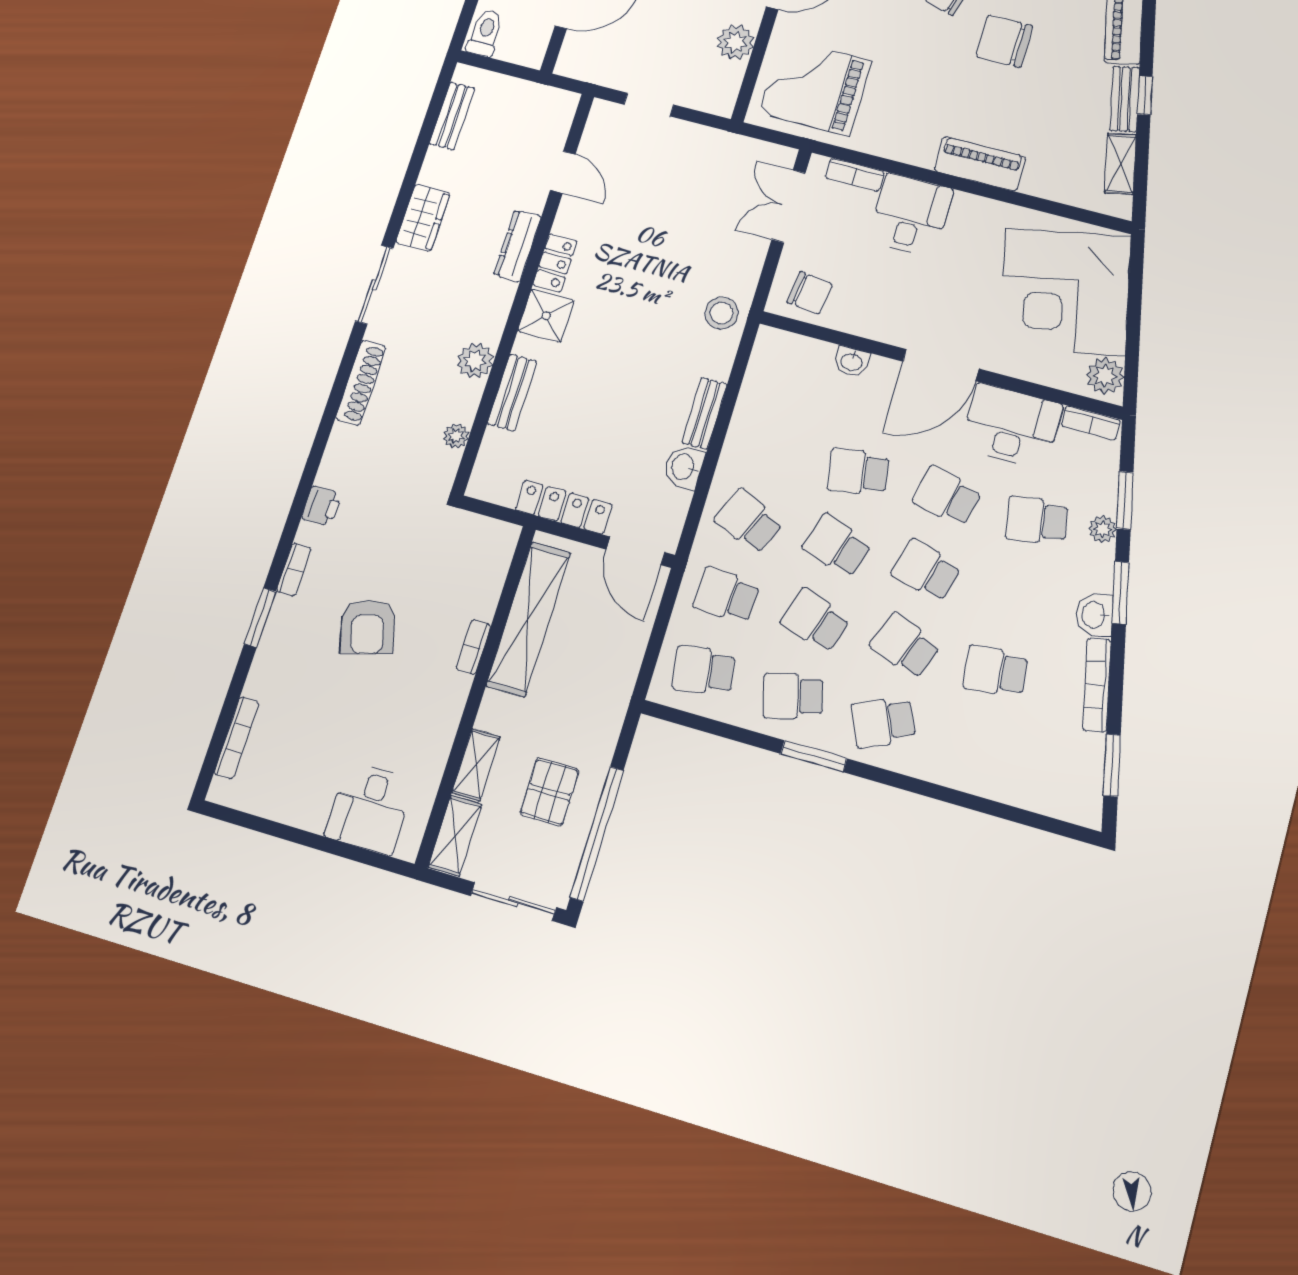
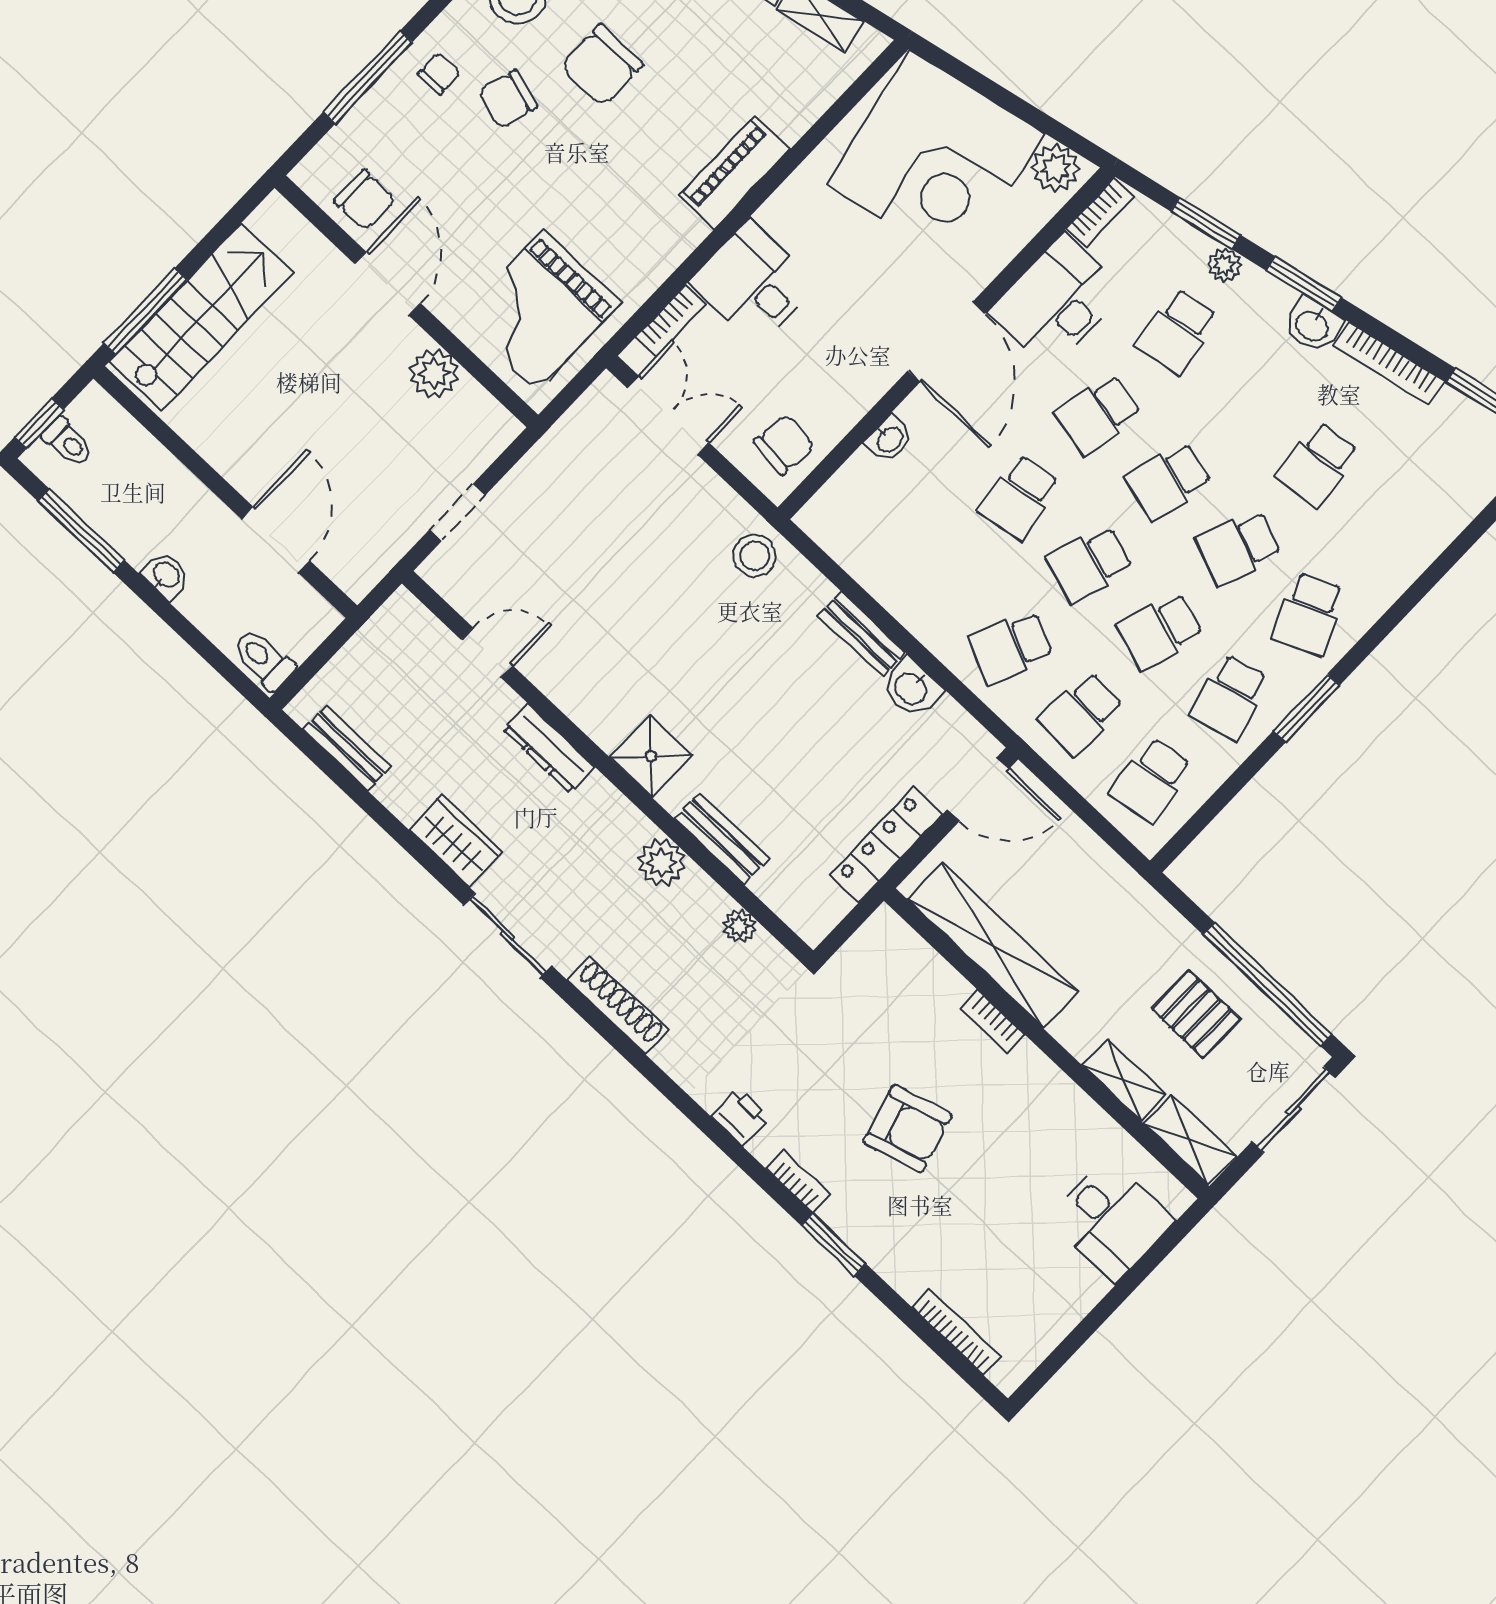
double door: (788, 206) -> (668, 415), swing flipped
locker: (555, 263) -> (593, 715), removed

